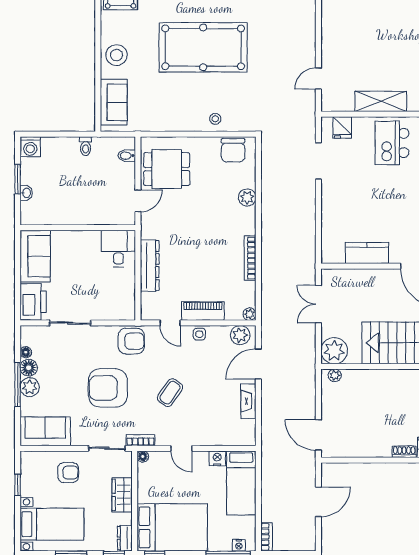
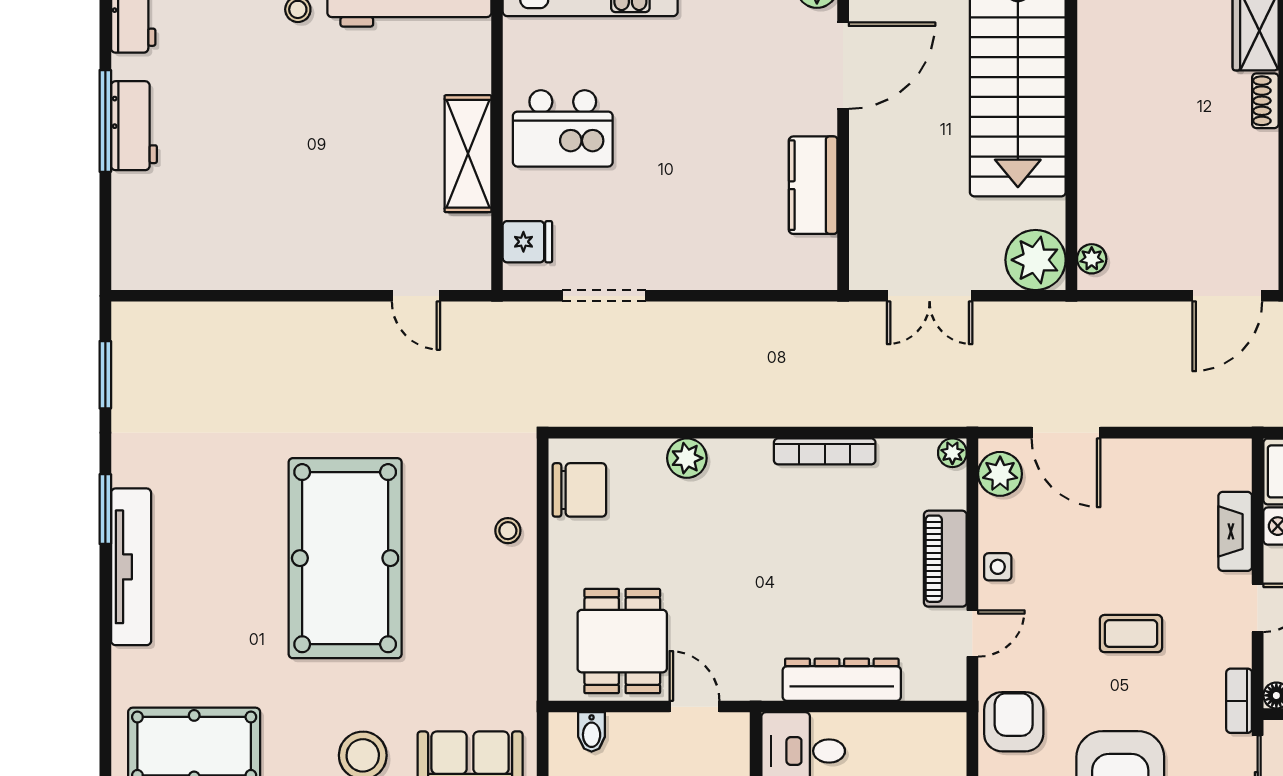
coffee table: (170, 393) -> (1131, 634), turned -35
fireplace: (248, 401) -> (1235, 531), moved, turned 90

